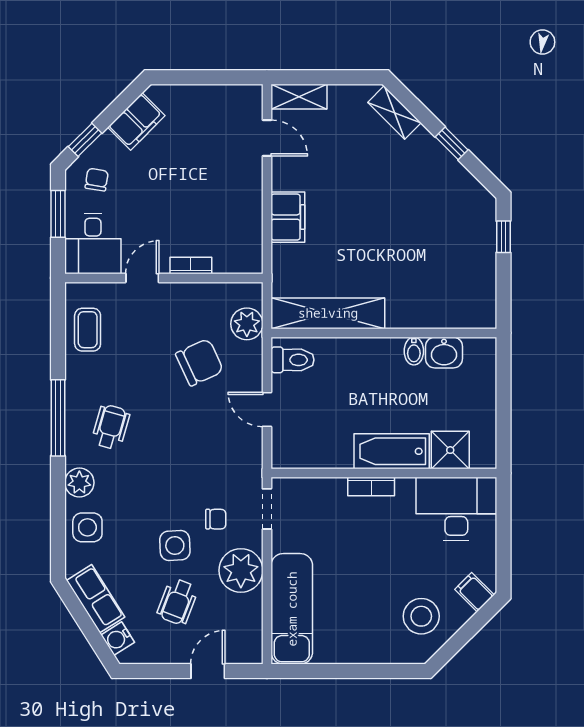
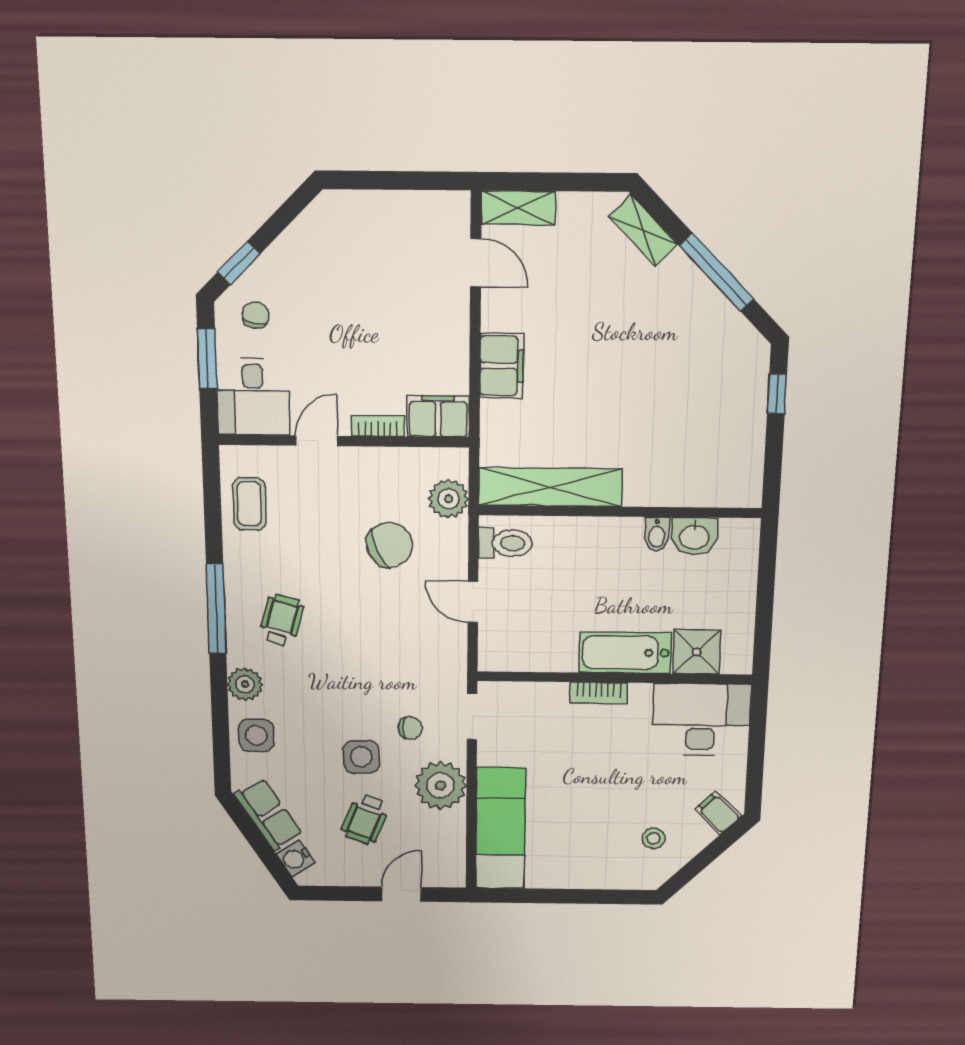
filing cabinet: (136, 121) -> (438, 416), moved, turned -135
window: (452, 143) -> (716, 272), width x2.17
stool: (421, 616) -> (654, 838), width x0.53, depth x0.53

